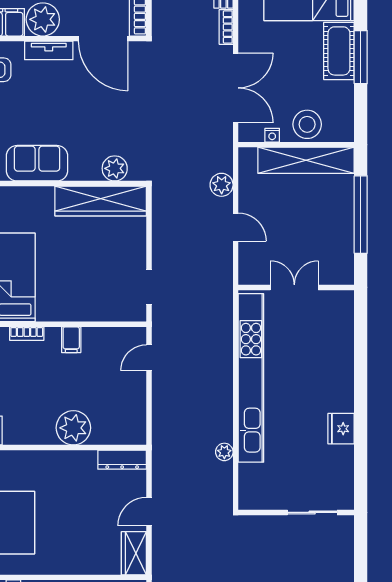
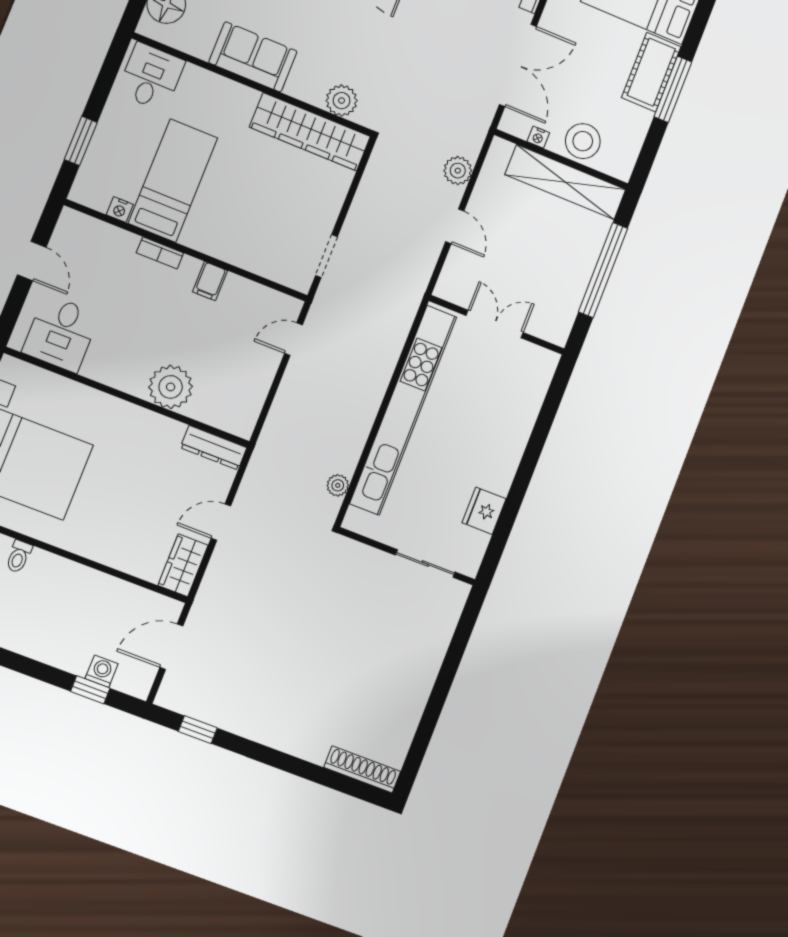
wall: (296, 512) -> (407, 556), moved
sliding door: (312, 512) -> (425, 564), moved

